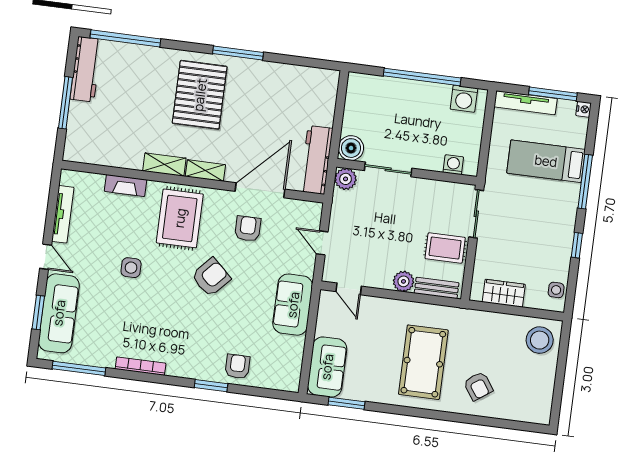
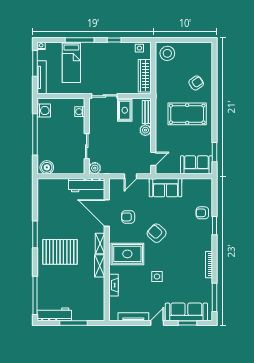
boiler: (351, 148) -> (47, 167), moved
wardrobe: (504, 293) -> (145, 76), width x1.50

